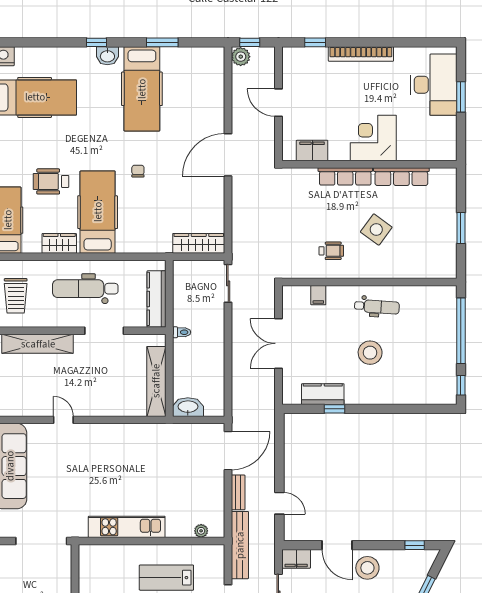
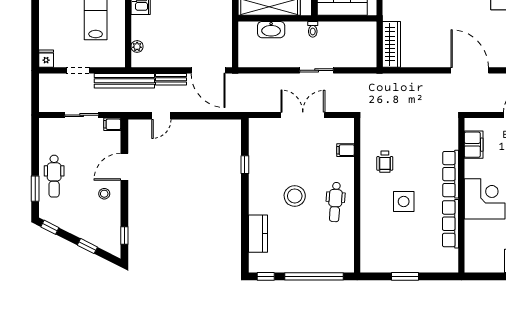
side table: (376, 230) -> (404, 201), turned -36
sliding door: (228, 283) -> (317, 70), moved
kitchen counter: (323, 394) -> (258, 234), moved
washbasin: (188, 407) -> (271, 30), moved, turned 90
filing cabinet: (296, 559) -> (112, 124), width x0.50
stool: (367, 568) -> (104, 194), width x0.53, depth x0.53

